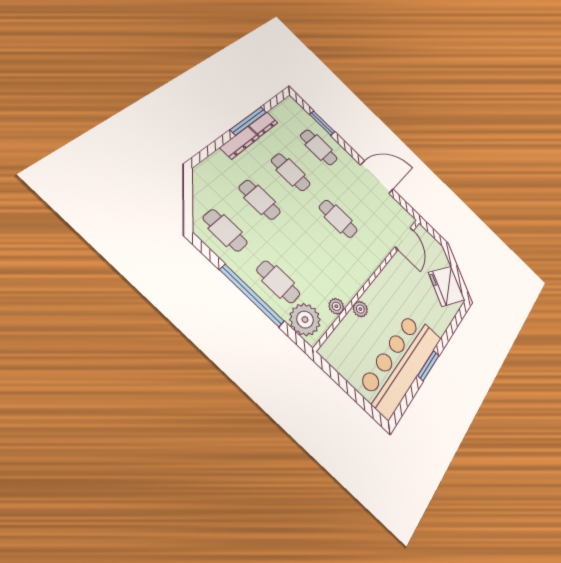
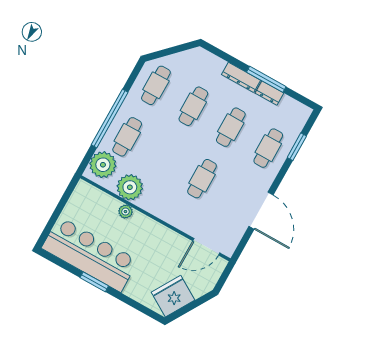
plant: (336, 306) -> (130, 187), width x1.87, depth x1.87

